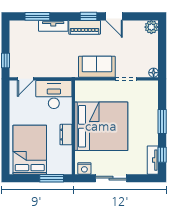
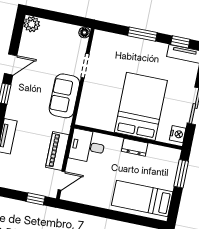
piano: (85, 27) -> (57, 151), moved, turned 180
door: (25, 79) -> (61, 181), hinge flipped
desk: (54, 95) -> (87, 146), width x0.73
bed: (101, 126) -> (141, 106), width x0.73
bed: (30, 150) -> (142, 198), width x0.67

